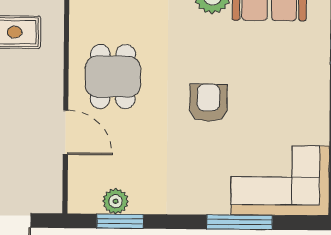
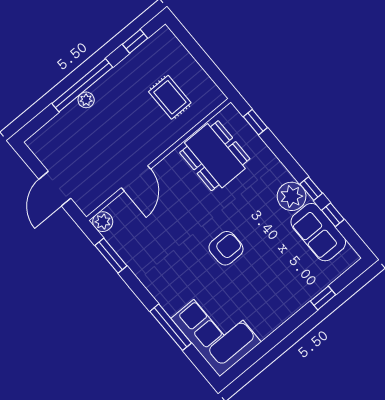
dining table: (113, 77) -> (215, 156), moved, width x1.38
plant: (116, 201) -> (103, 222), moved

